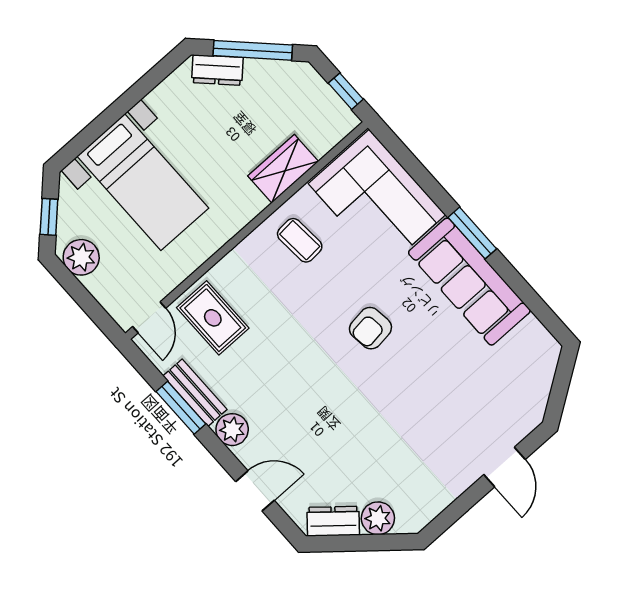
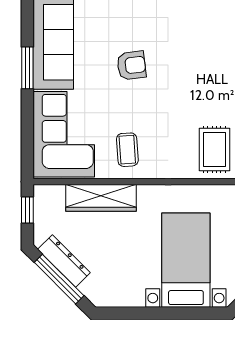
dresser: (217, 70) -> (64, 261), moved, width x1.44
wardrobe: (283, 169) -> (101, 198), width x1.50

